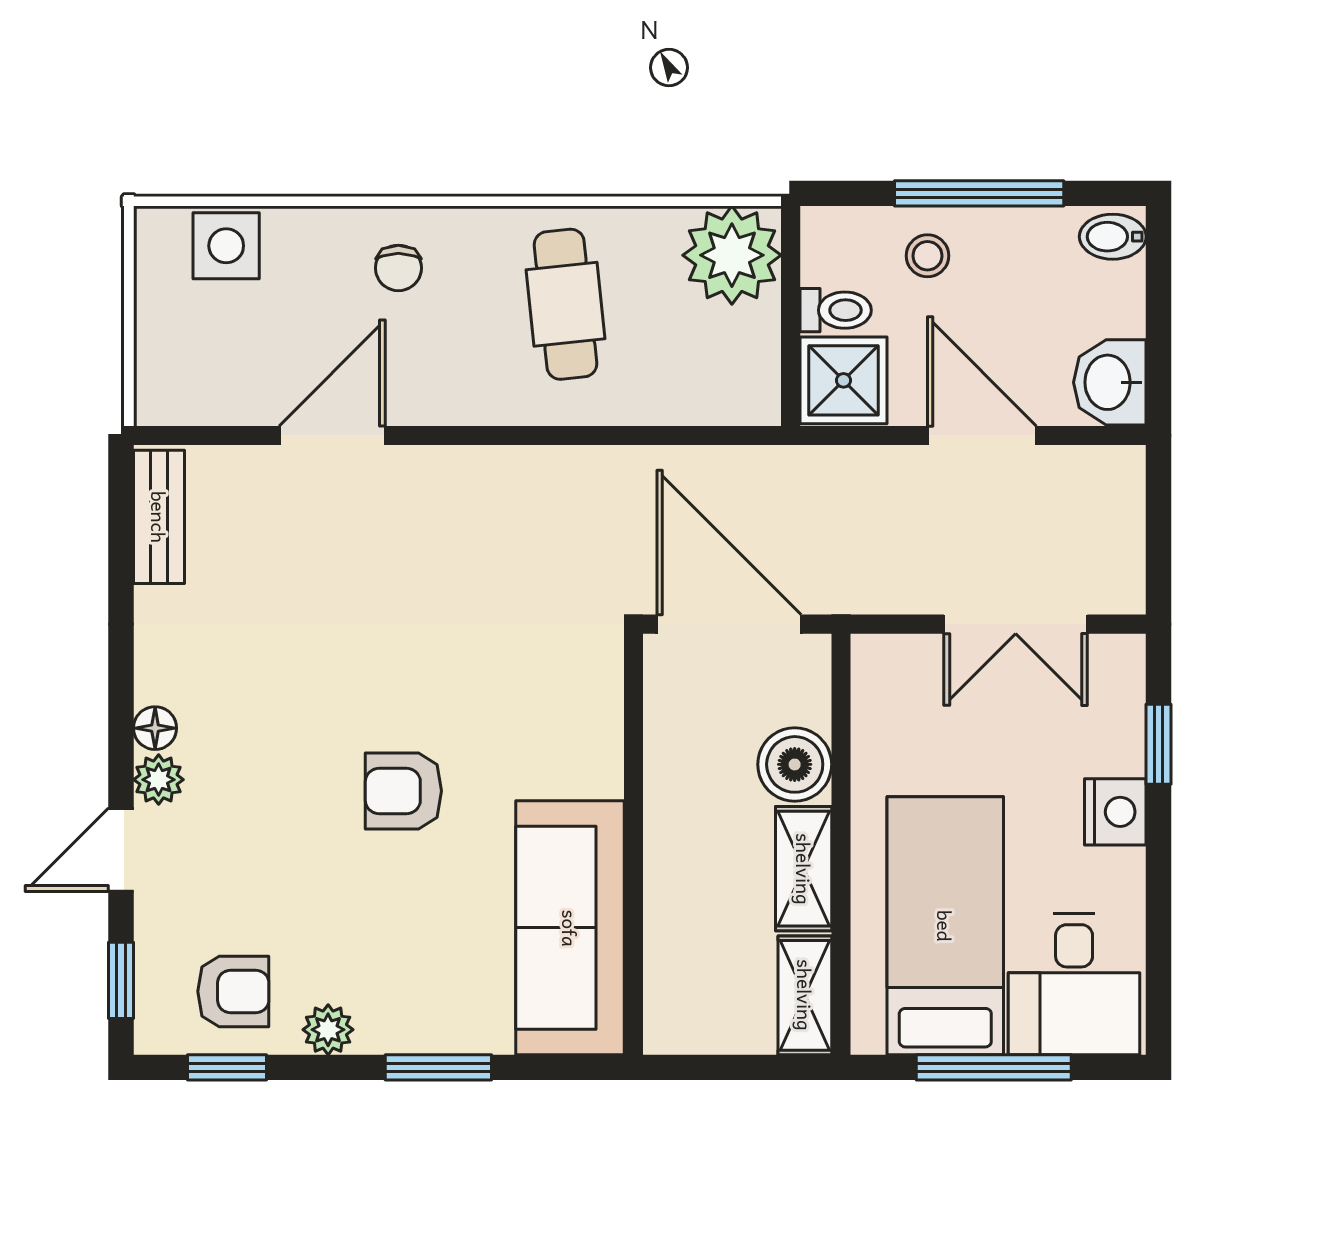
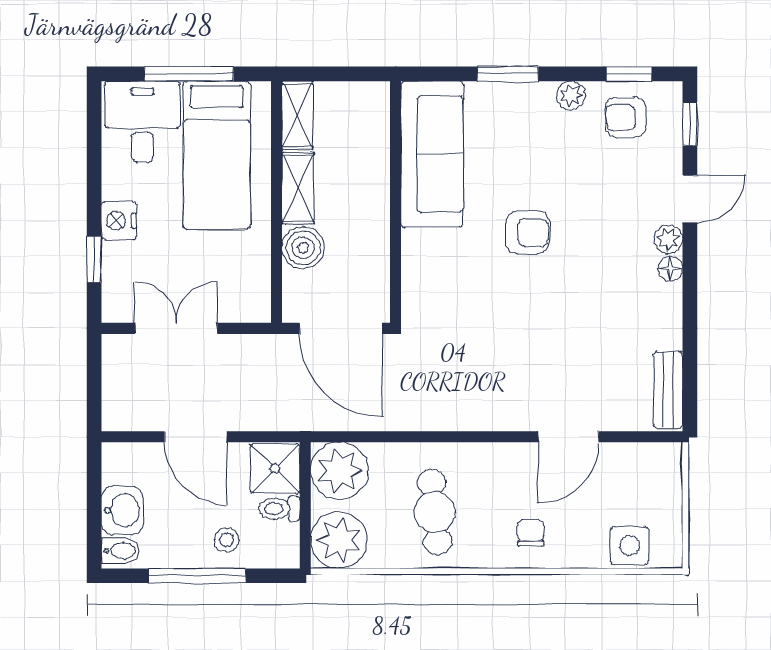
plant: (731, 376) -> (339, 471), added
washbasin: (1110, 382) -> (122, 510), moved

